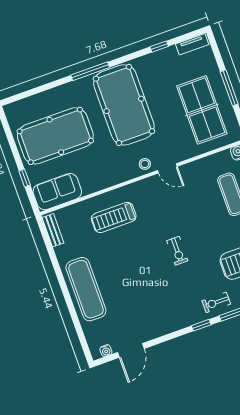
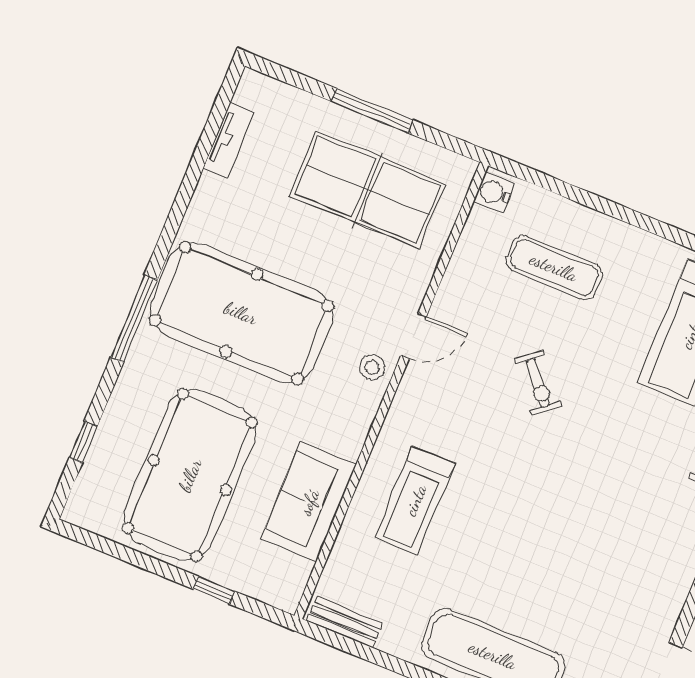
tv unit: (192, 44) -> (229, 140), moved
window: (159, 47) -> (83, 442), moved
sofa: (57, 192) -> (309, 502), moved
exercise bike: (177, 251) -> (538, 383), moved, turned 50

